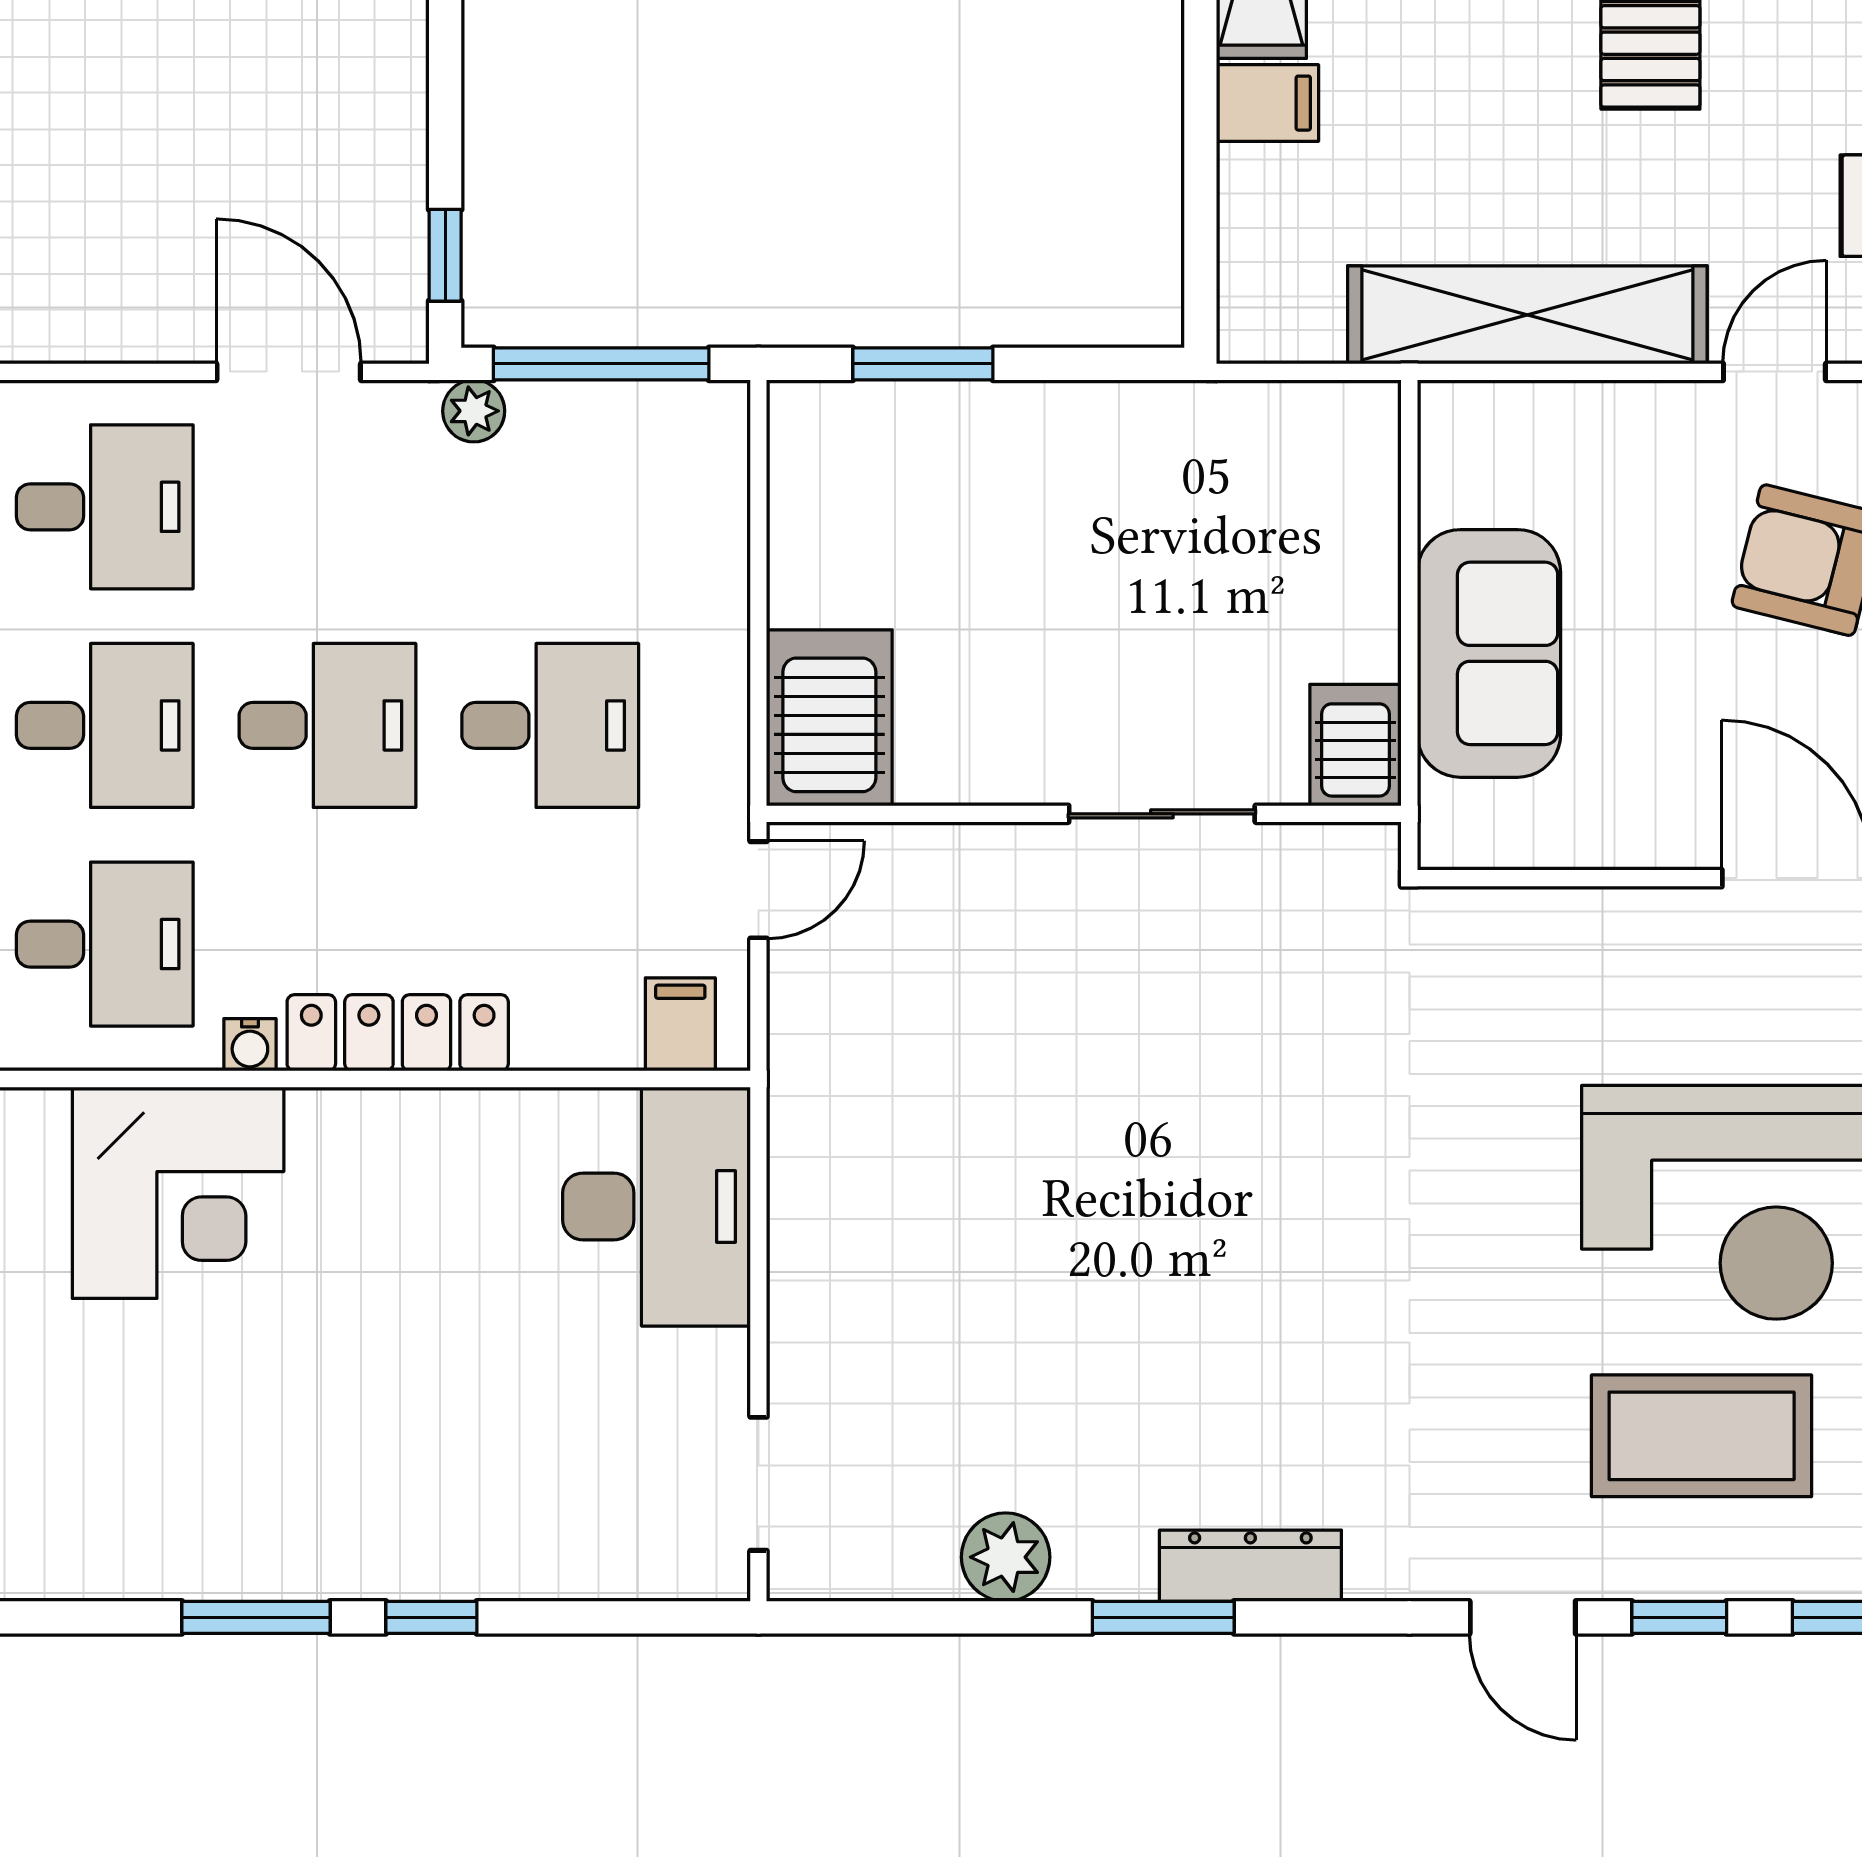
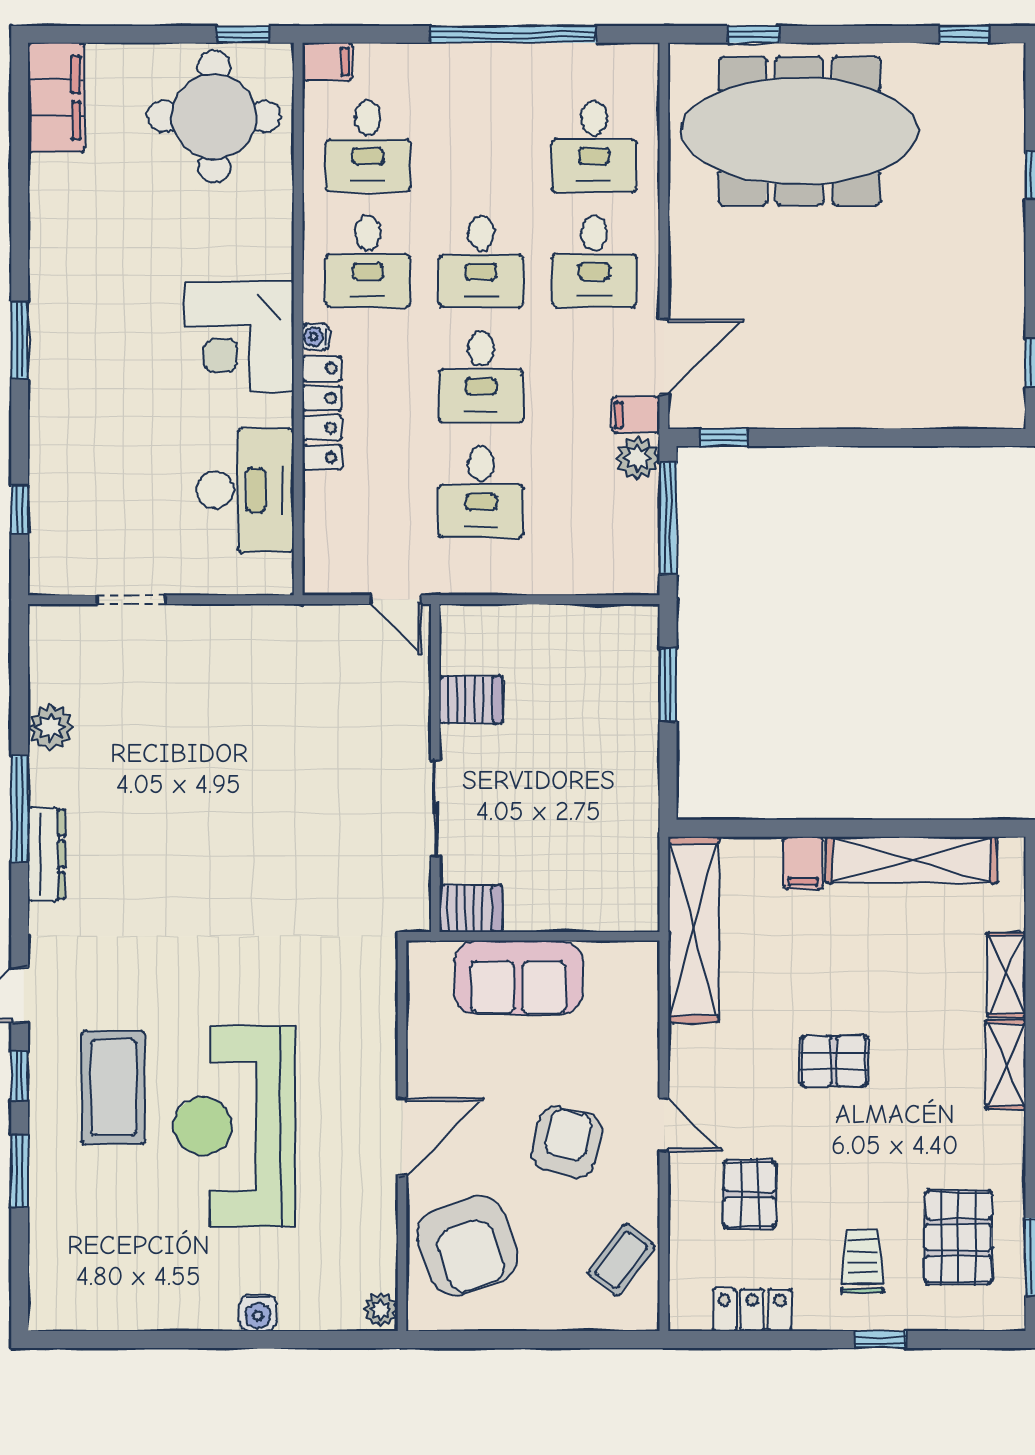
shelving: (1527, 315) -> (693, 930), moved
plant: (474, 411) -> (638, 458), width x1.38, depth x1.38
server rack: (829, 718) -> (471, 700), moved, width x0.73, depth x0.70
filing cabinet: (680, 1024) -> (636, 415), moved, turned 180
corner desk: (178, 1193) -> (239, 337), moved
desk: (657, 1207) -> (245, 490), moved, turned -90
doorway: (758, 1484) -> (131, 600), moved
window: (431, 1617) -> (20, 509), moved
window: (1163, 1617) -> (20, 809), width x1.44

